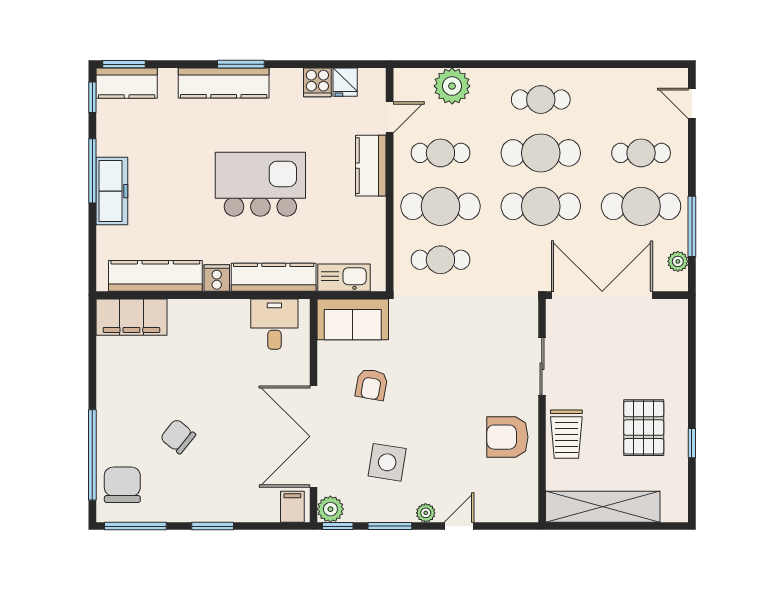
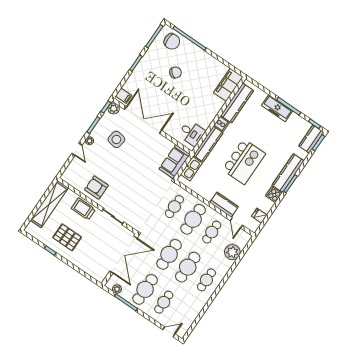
cooker: (317, 82) -> (274, 195), moved
armchair: (372, 384) -> (147, 153), removed
armchair: (507, 437) -> (96, 188), turned -90

